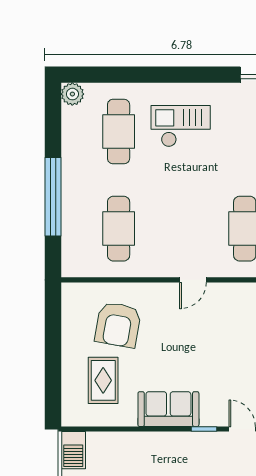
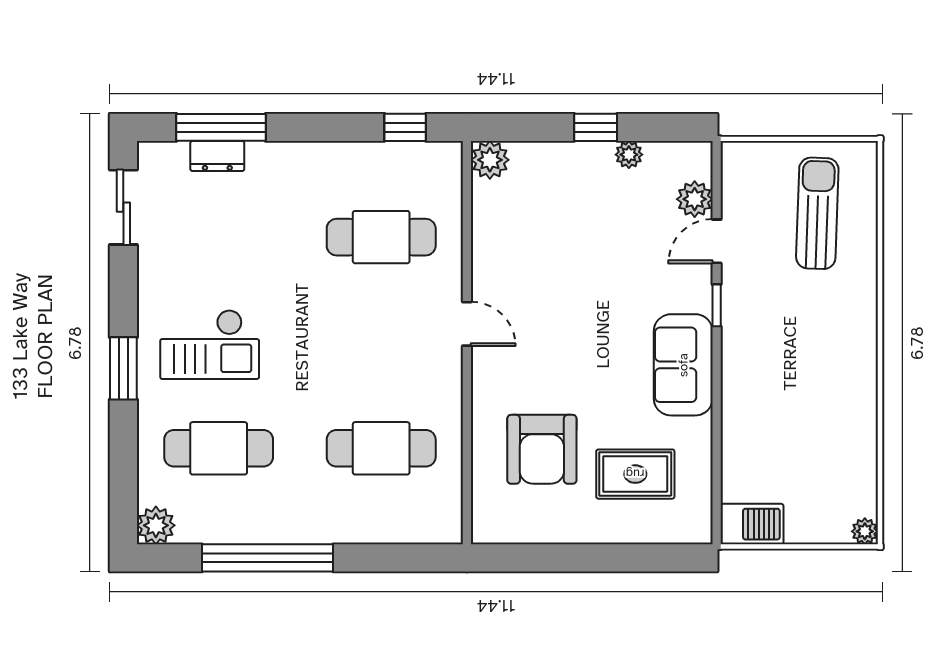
window: (166, 75) -> (123, 368), added
checkout: (181, 126) -> (210, 344), turned -90
window: (53, 197) -> (267, 558), moved
armchair: (118, 325) -> (542, 449), turned 80

